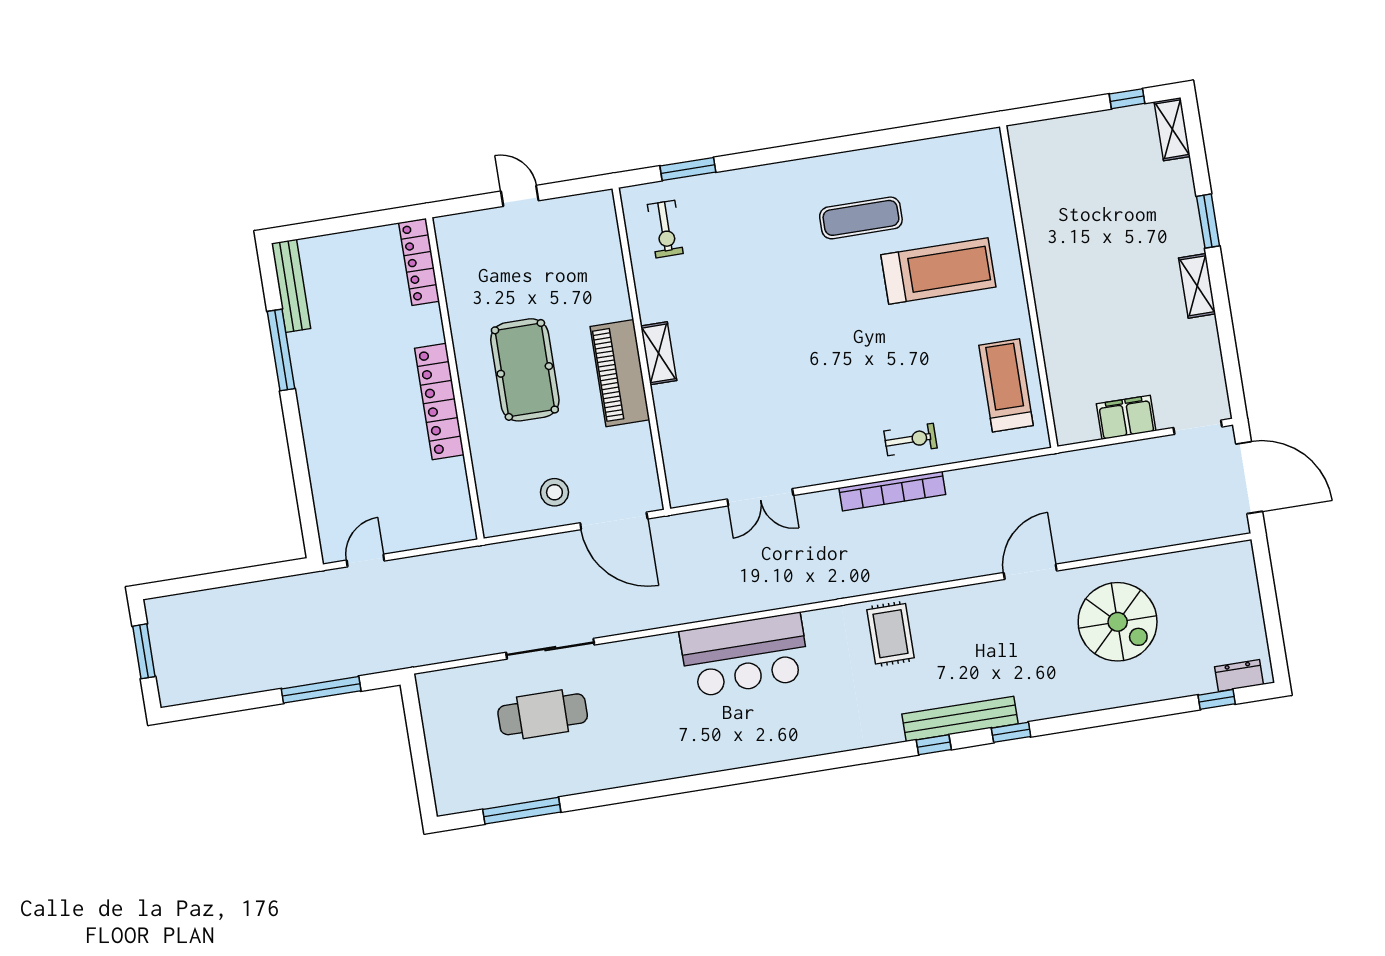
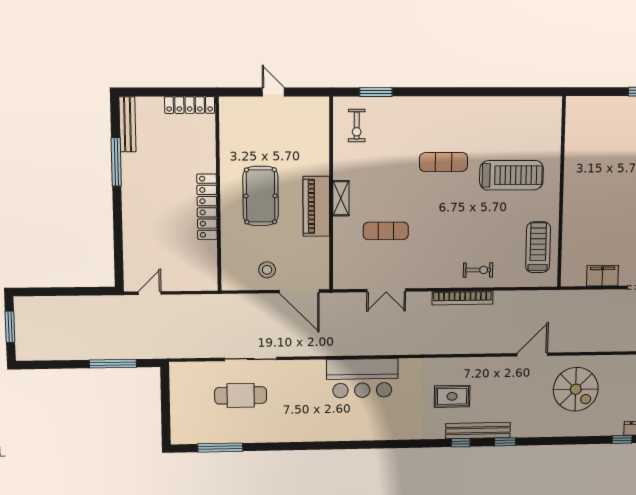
exercise mat: (861, 218) -> (443, 162), moved
locker: (419, 262) -> (190, 105), moved, turned -90
exercise mat: (743, 397) -> (386, 231), added
rug: (890, 634) -> (452, 396), moved, turned 90

